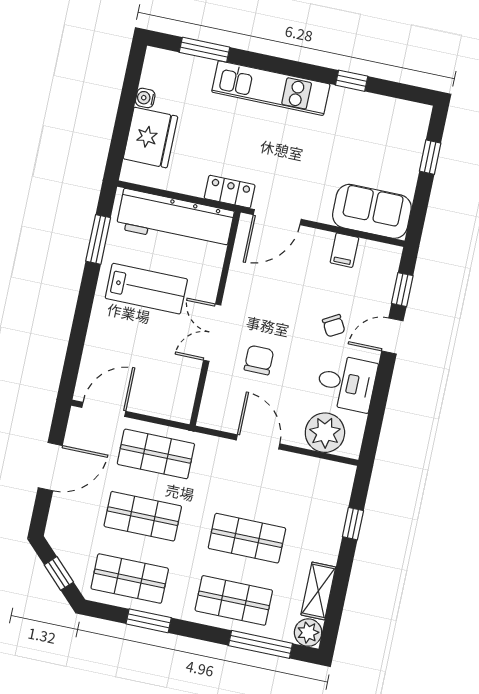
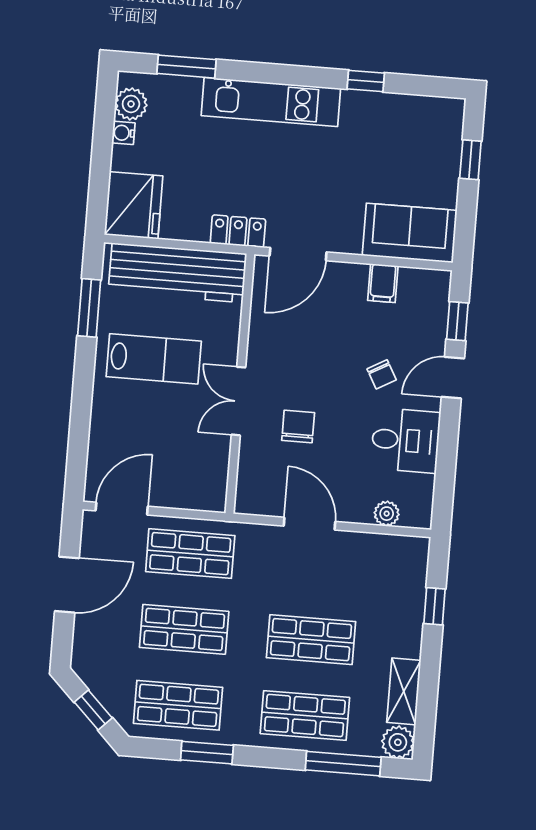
plant: (155, 75) -> (131, 104), added
fridge: (150, 138) -> (134, 205), moved
plant: (325, 433) -> (387, 514), width x0.53, depth x0.53

